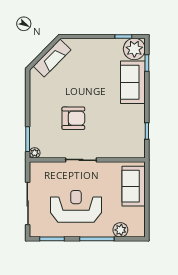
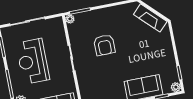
plant: (134, 49) -> (176, 87), width x0.53, depth x0.53
reception desk: (76, 206) -> (33, 61), turned 180

